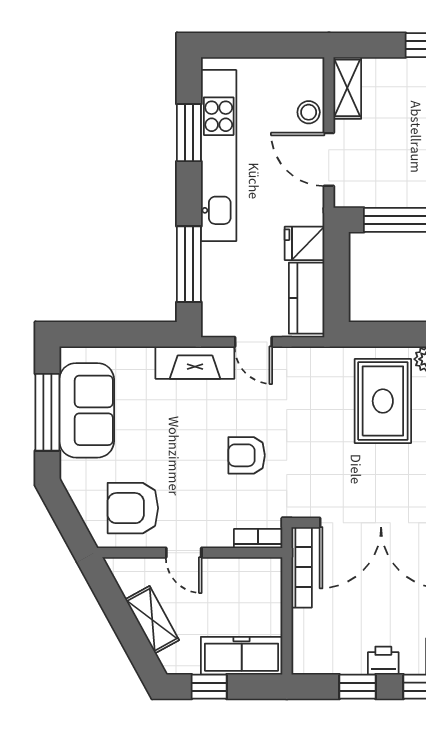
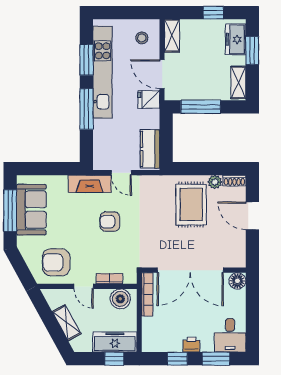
stool: (309, 112) -> (142, 38), moved
fridge: (305, 243) -> (149, 99), moved
window: (189, 264) -> (86, 109), moved
armchair: (247, 455) -> (110, 222), moved
bookcase: (258, 538) -> (109, 279), moved
boiler: (252, 576) -> (120, 299), added
window: (209, 687) -> (114, 359), moved

